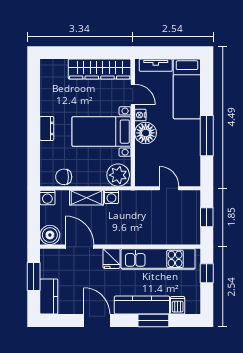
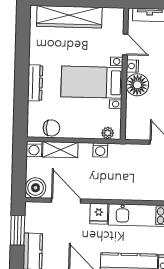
wardrobe: (100, 69) -> (69, 17), moved
dresser: (47, 128) -> (35, 83), width x1.44
plant: (118, 175) -> (108, 133), width x0.53, depth x0.53
chair: (64, 177) -> (51, 128), turned 180
shelving: (86, 198) -> (60, 150), moved

